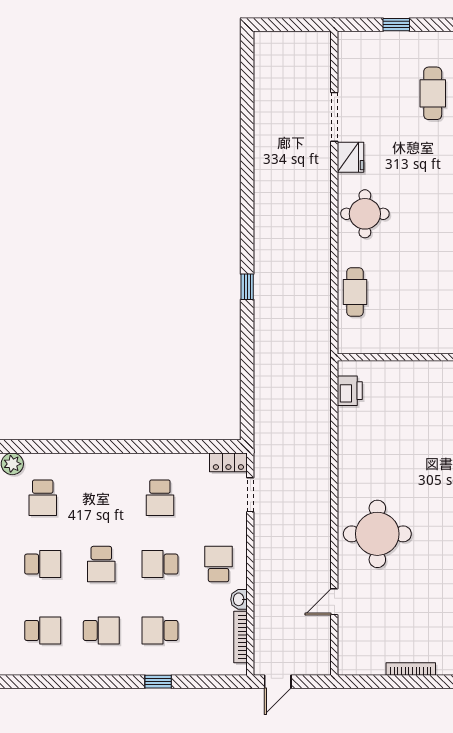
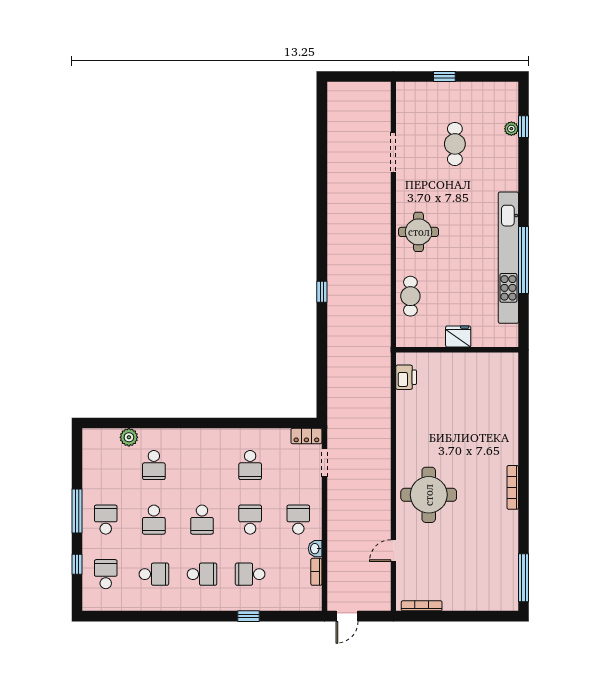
cafe table: (433, 93) -> (455, 144), moved
fridge: (351, 157) -> (458, 336), moved, turned -90
school desk: (43, 564) -> (154, 520), turned 90
school desk: (160, 564) -> (250, 520), turned 90
bookcase: (241, 637) -> (316, 572), width x0.64
bookcase: (411, 669) -> (422, 606), moved

